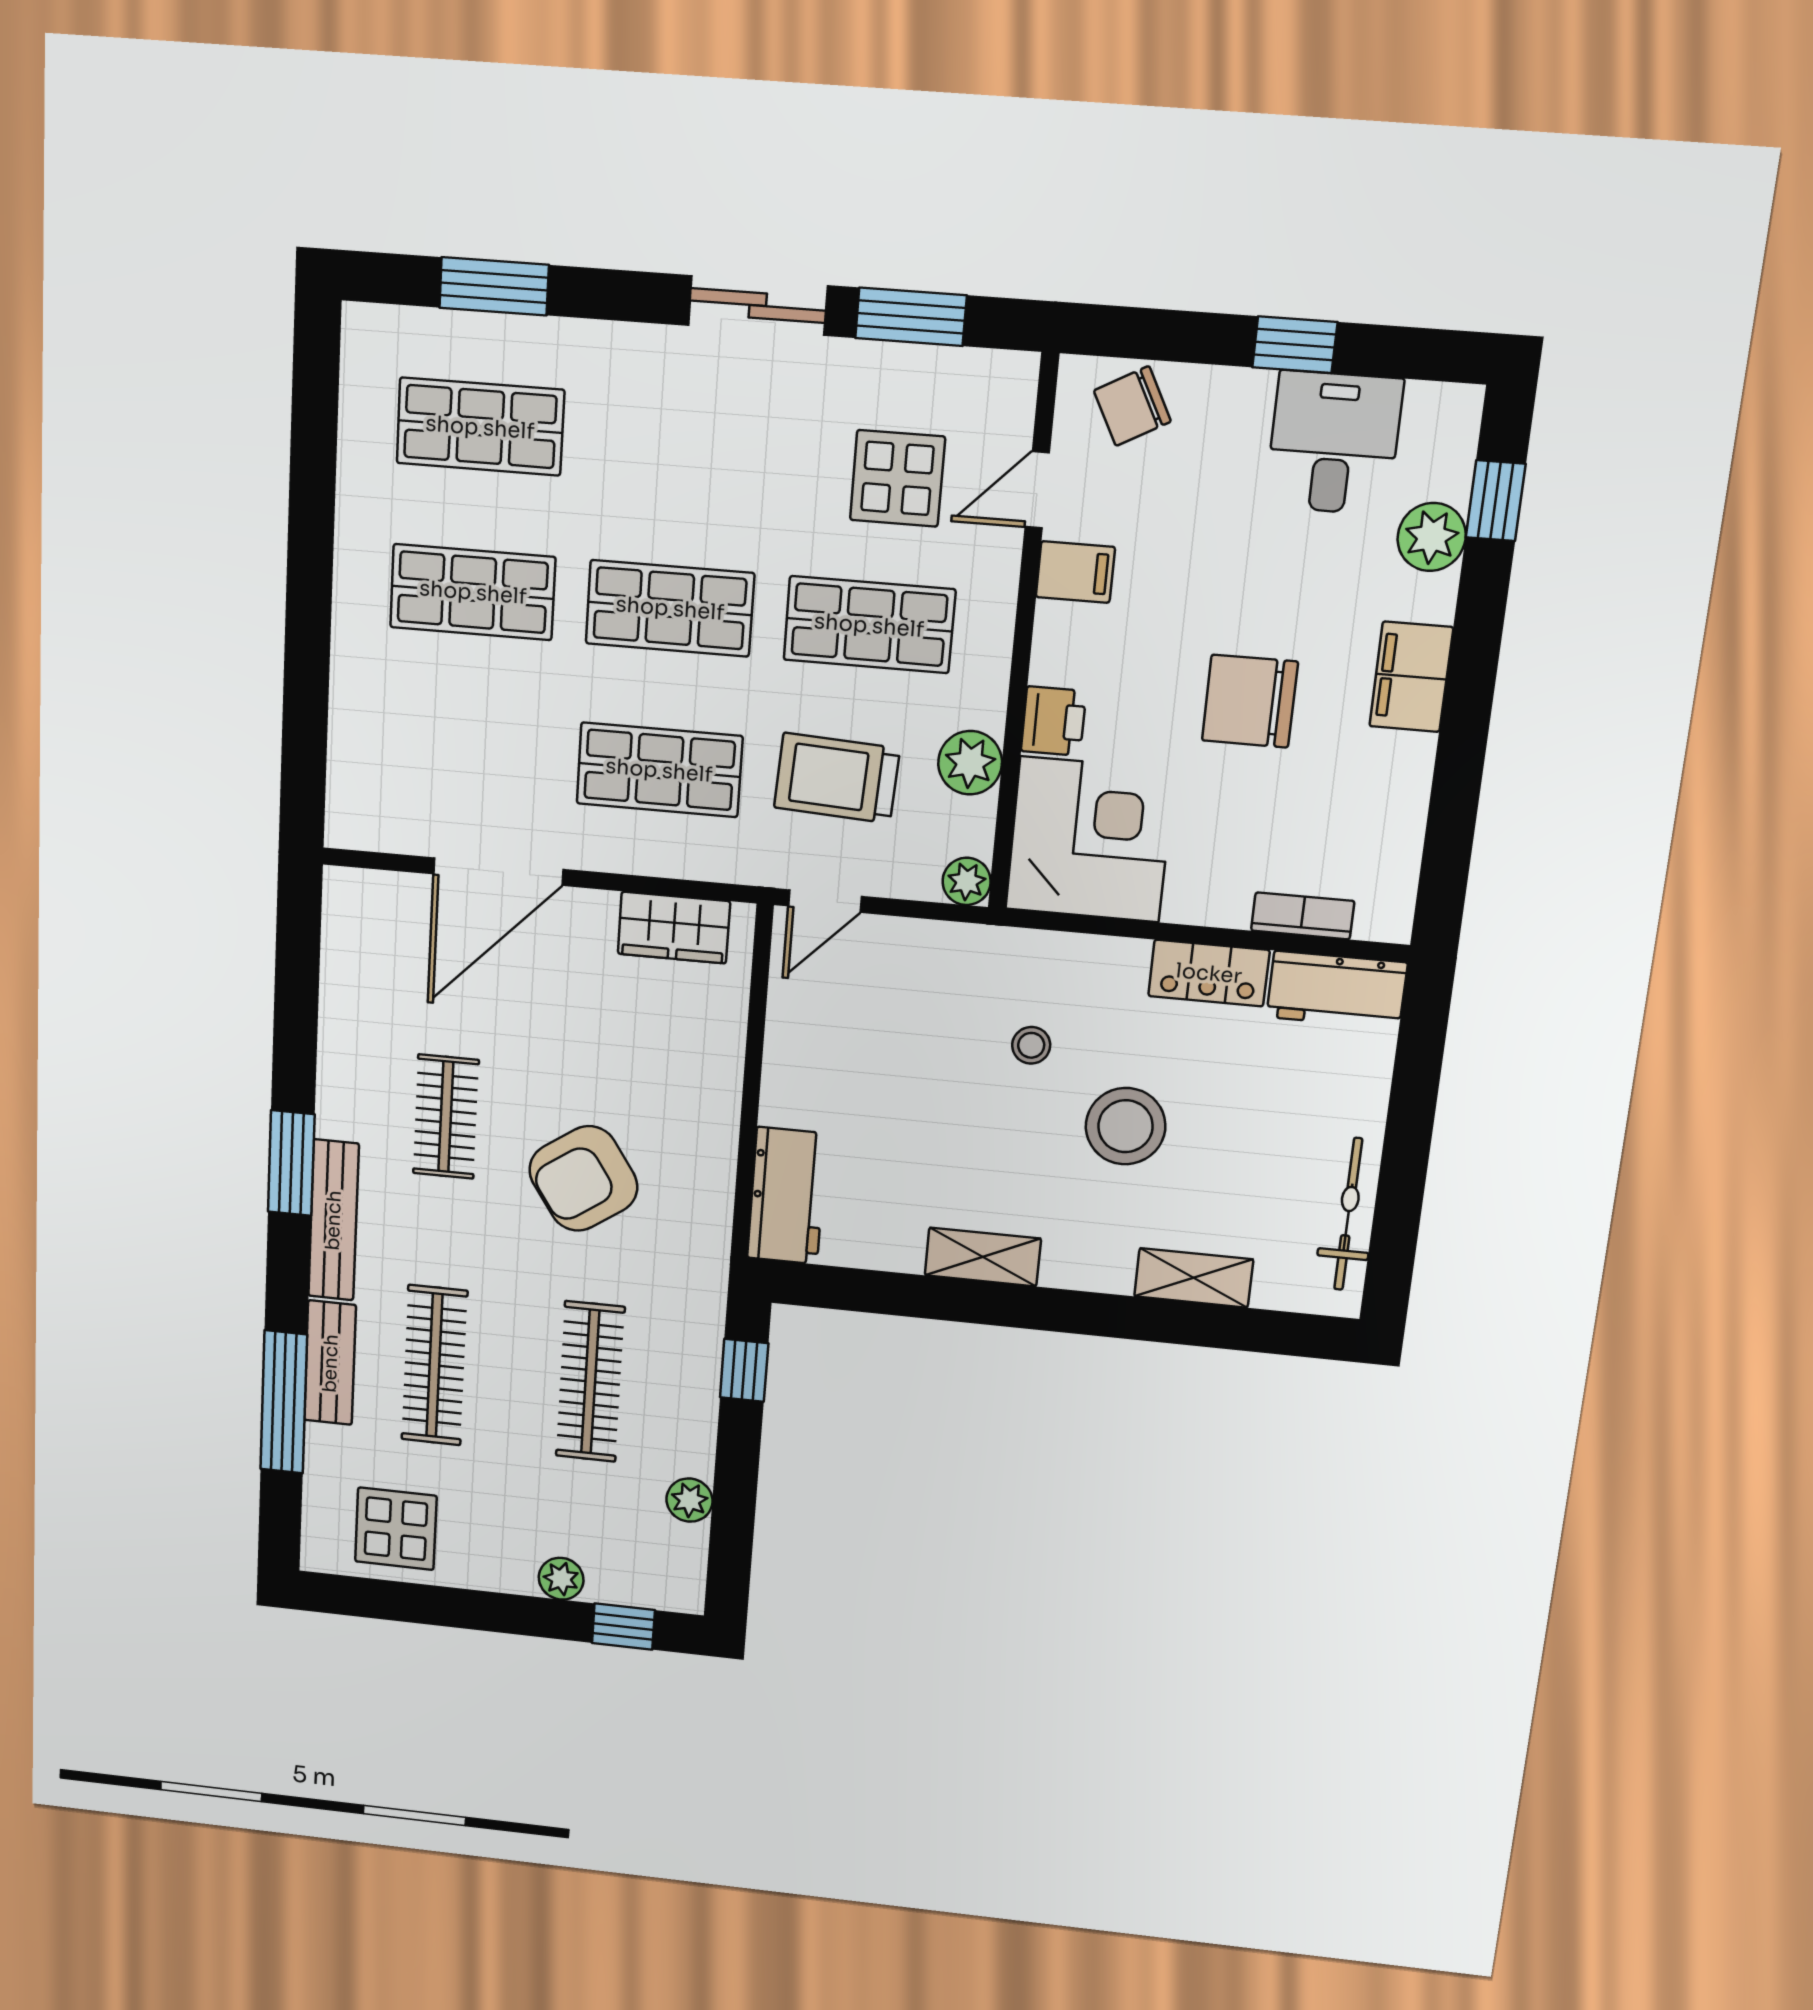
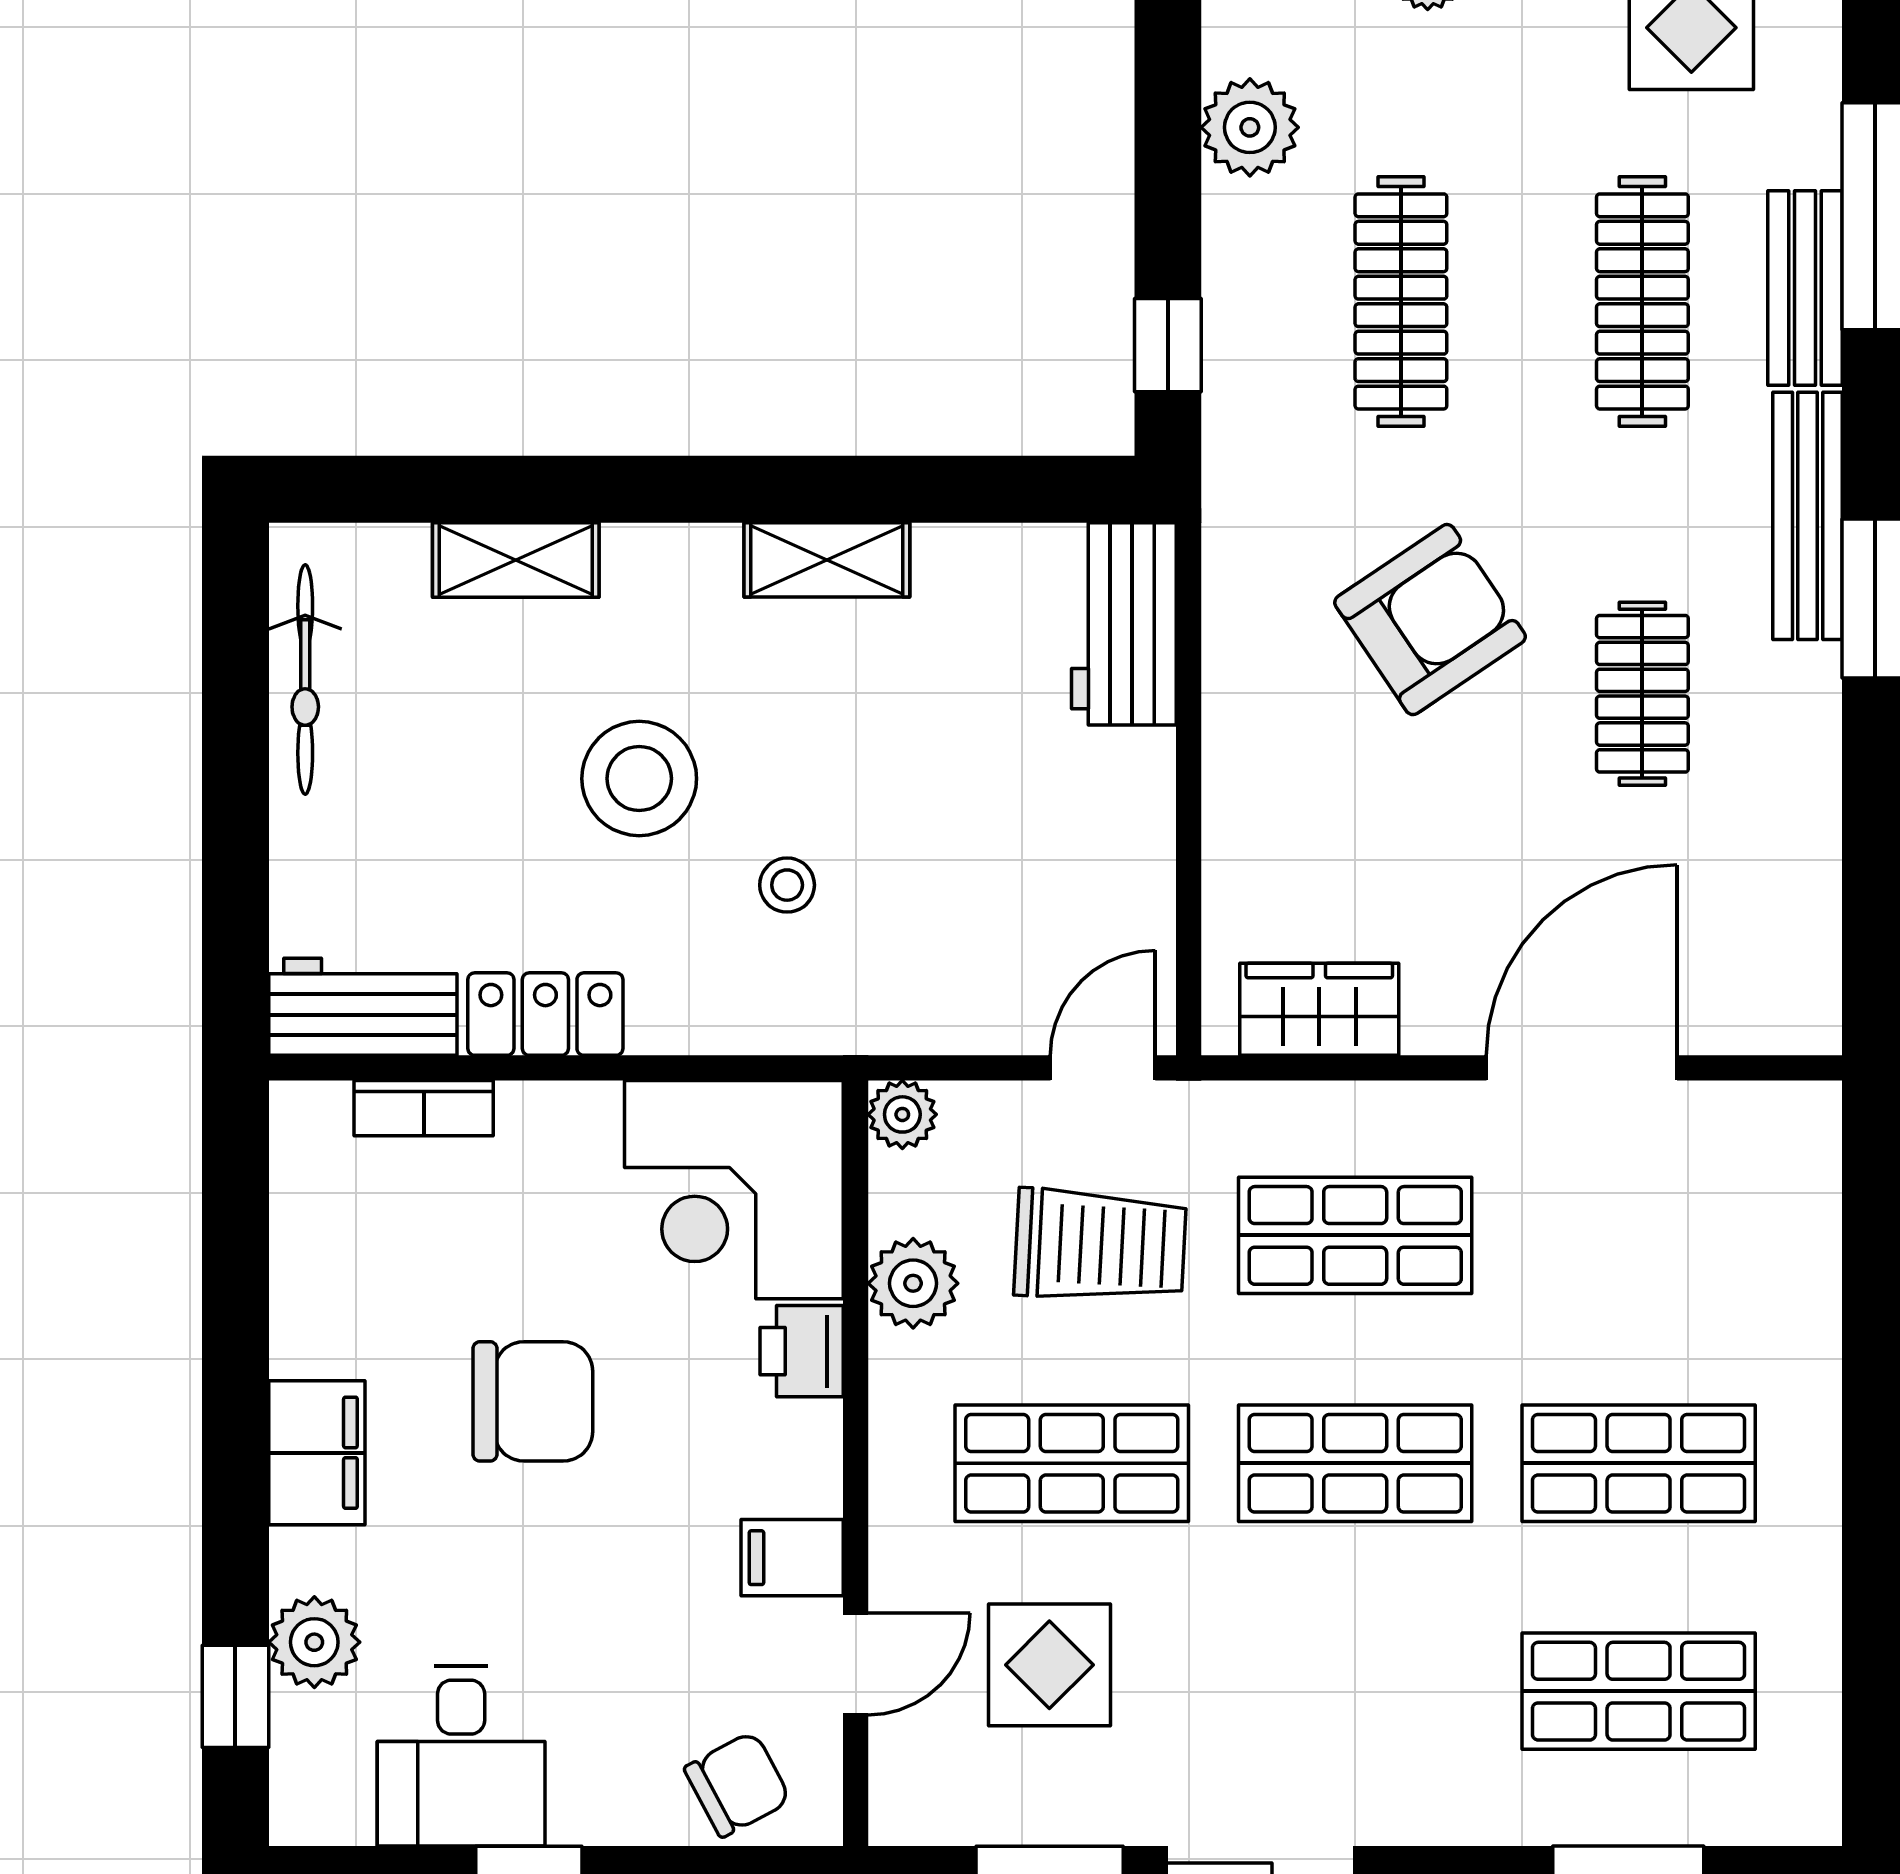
plant: (690, 1500) -> (1250, 127), width x1.38, depth x1.38

